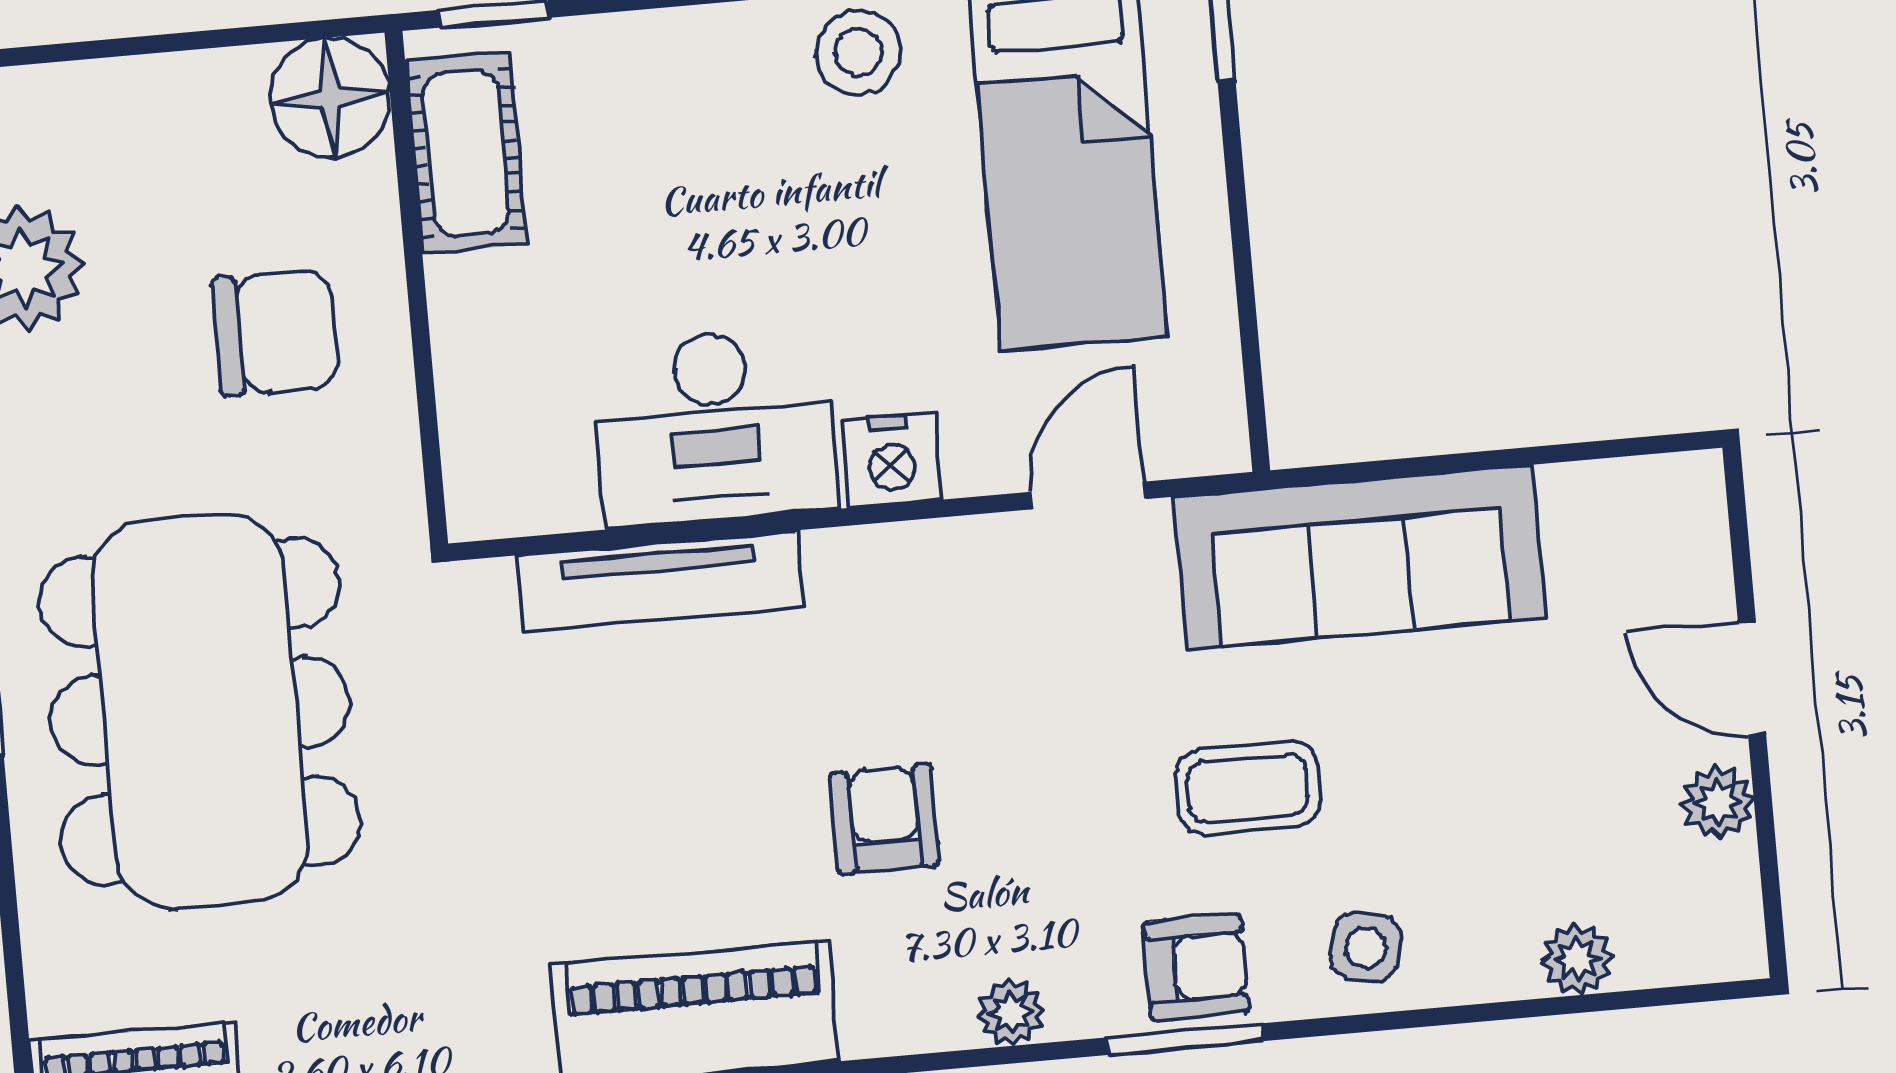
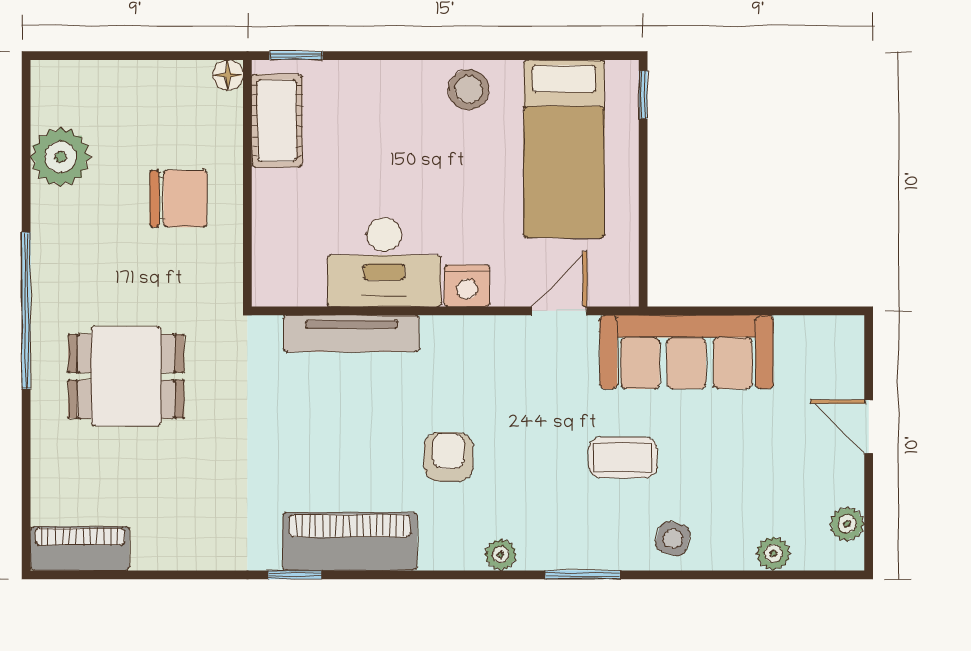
floor lamp: (330, 98) -> (228, 75), width x0.53, depth x0.53
dining table: (200, 711) -> (126, 376), width x0.53, depth x0.80
plant: (1718, 802) -> (847, 524), moved
armchair: (1196, 967) -> (591, 541), removed

